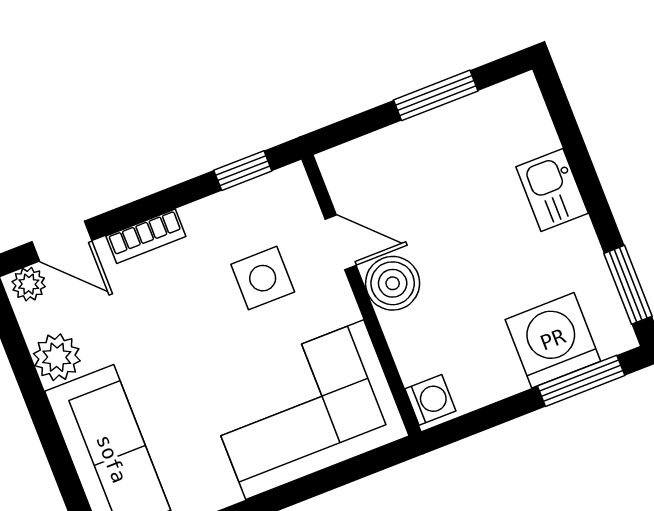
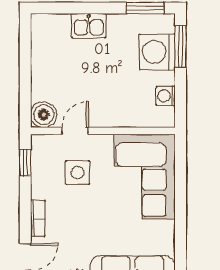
window: (436, 95) -> (25, 62), removed
boiler: (393, 283) -> (44, 115), moved
washing machine: (430, 400) -> (166, 96), moved, turned -90

